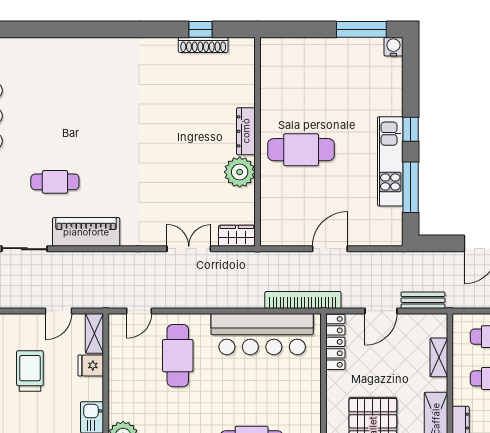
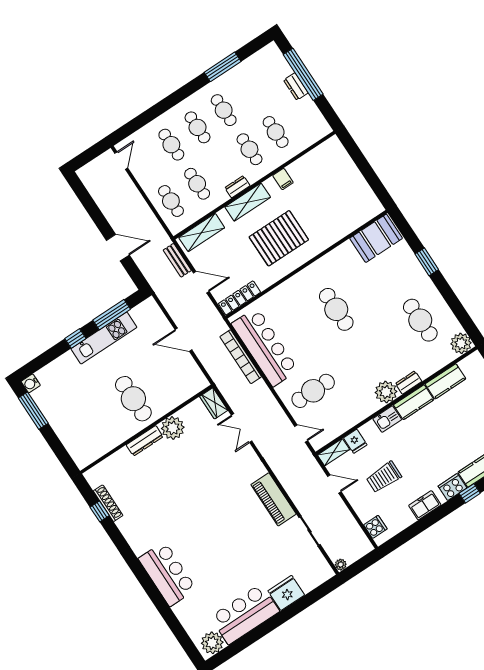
bar counter: (81, 59) -> (167, 574), added
cafe table: (55, 182) -> (255, 539), removed
bookcase: (303, 300) -> (241, 357), moved
shelving: (439, 357) -> (202, 233), width x1.50, depth x1.33

